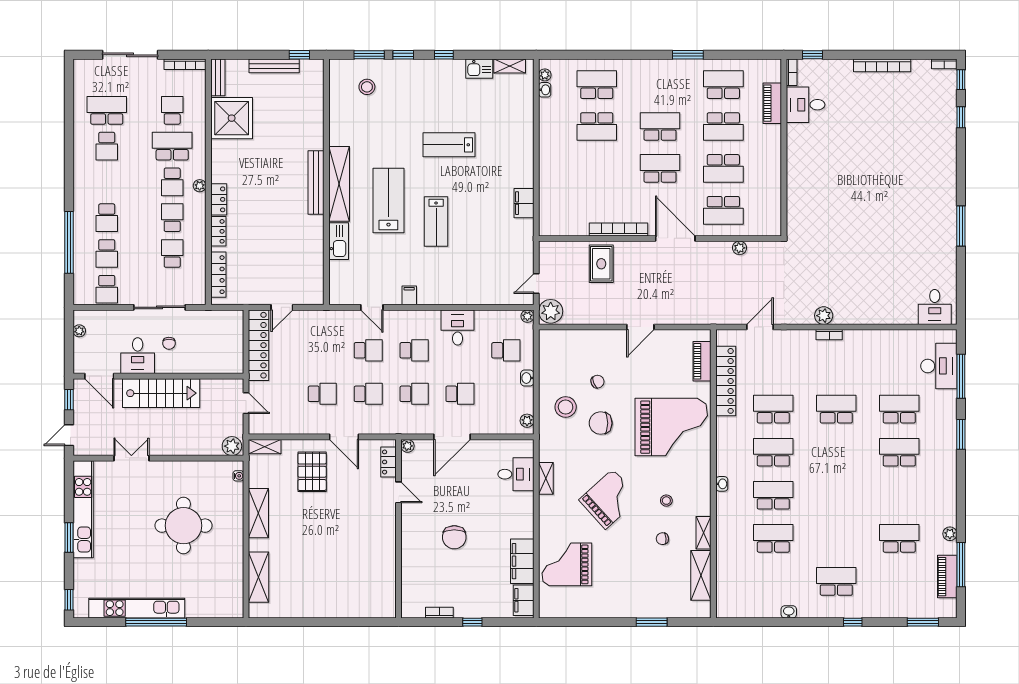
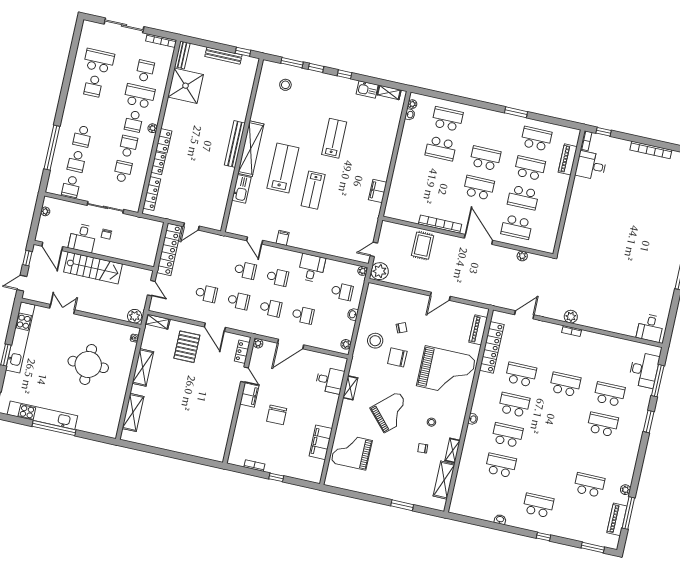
school desk: (723, 127) -> (530, 168), turned 180
lab bench: (449, 145) -> (334, 138), turned 90
filing cabinet: (524, 600) -> (249, 395), moved, turned 180

